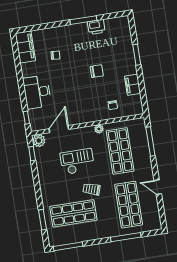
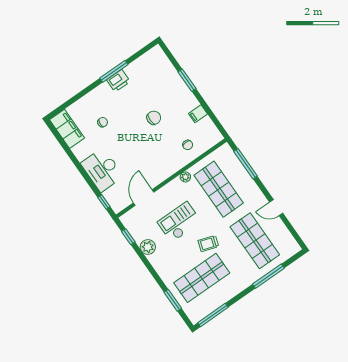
printer: (96, 27) -> (118, 81), moved
filing cabinet: (133, 85) -> (198, 114), width x0.50
plant: (39, 141) -> (148, 247), moved

